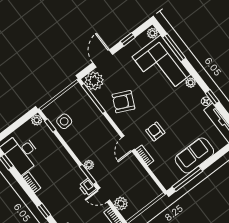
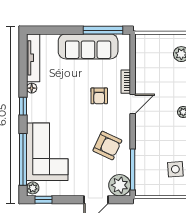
window: (128, 39) -> (44, 200), moved
window: (174, 48) -> (23, 159), width x1.46
plant: (191, 83) -> (32, 116), removed
window: (212, 97) -> (23, 106), moved
sofa: (194, 155) -> (88, 46), width x1.36

